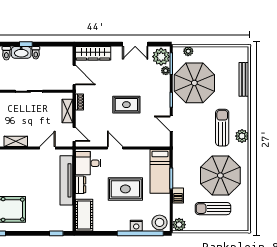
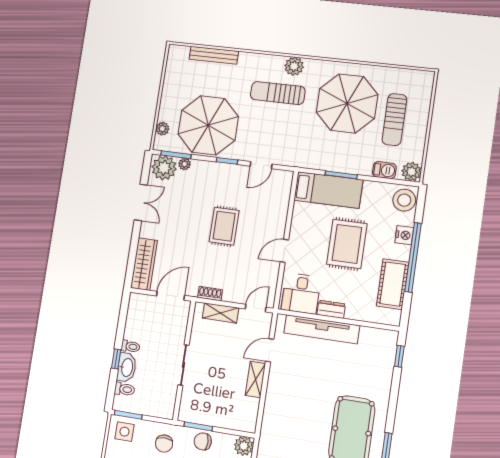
shelving: (16, 141) -> (255, 379), moved
door: (47, 148) -> (270, 350), hinge flipped
barbecue: (178, 195) -> (384, 170), moved
cot: (84, 215) -> (393, 284), moved, turned 90
window: (140, 233) -> (413, 257), moved

